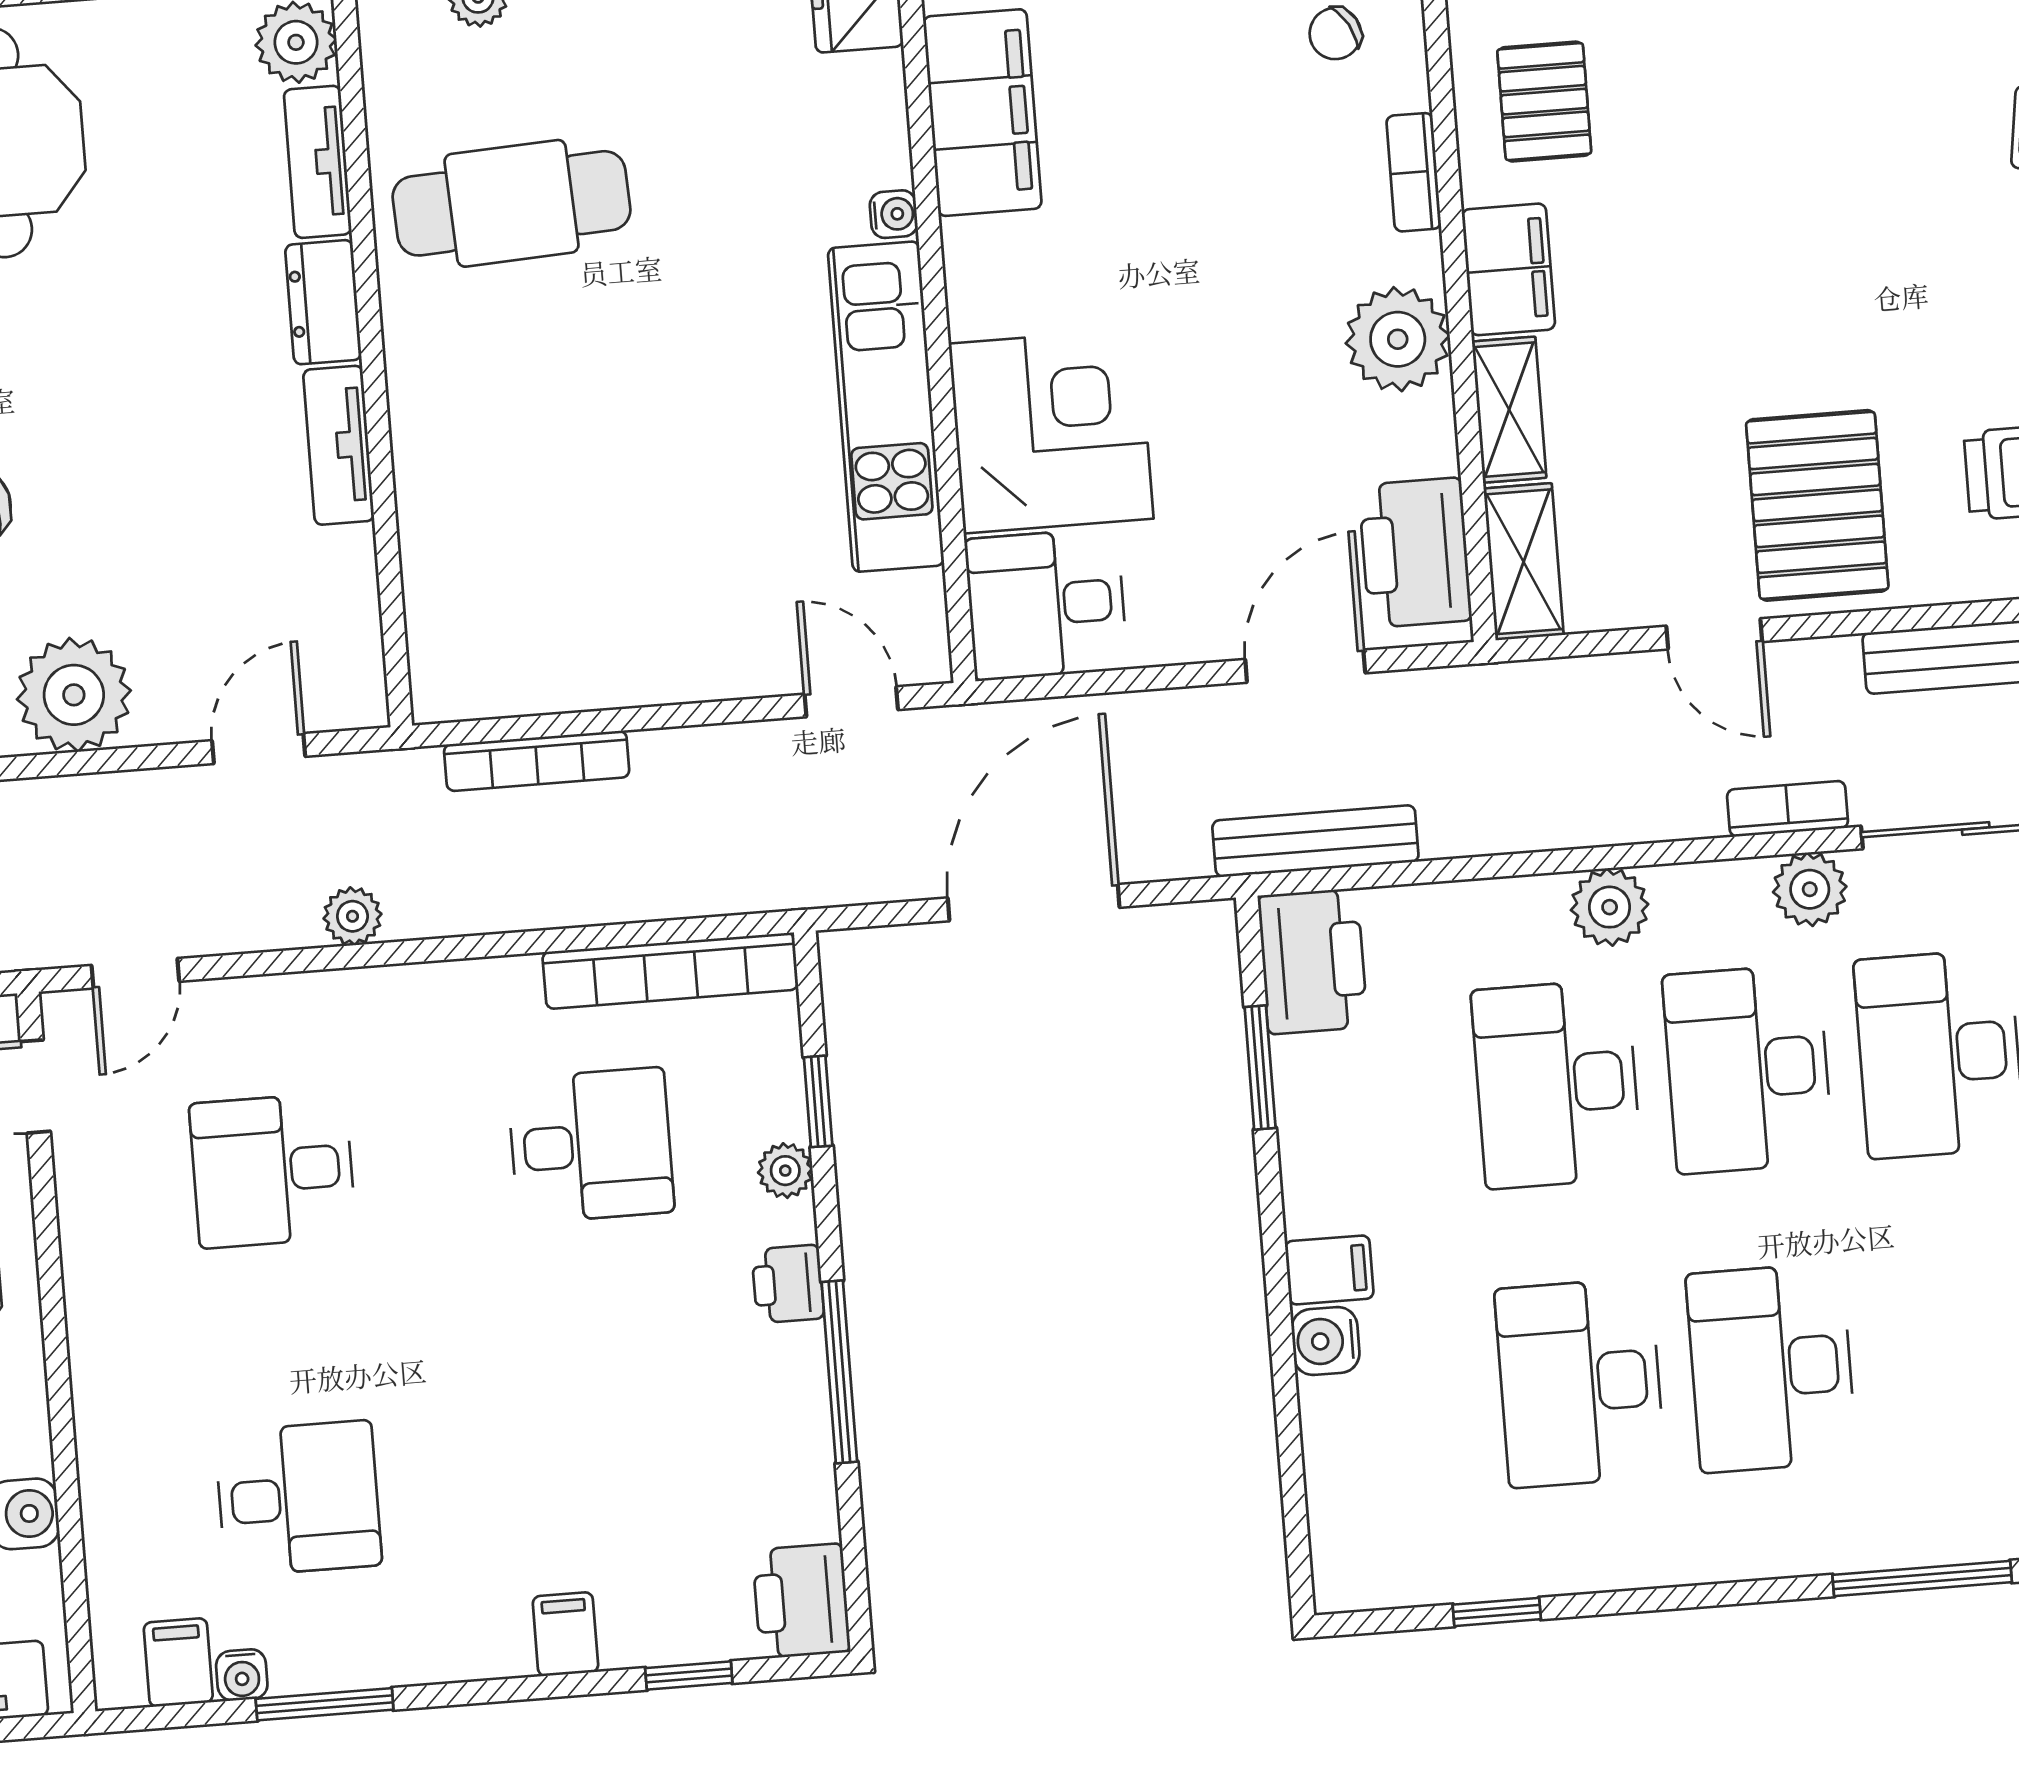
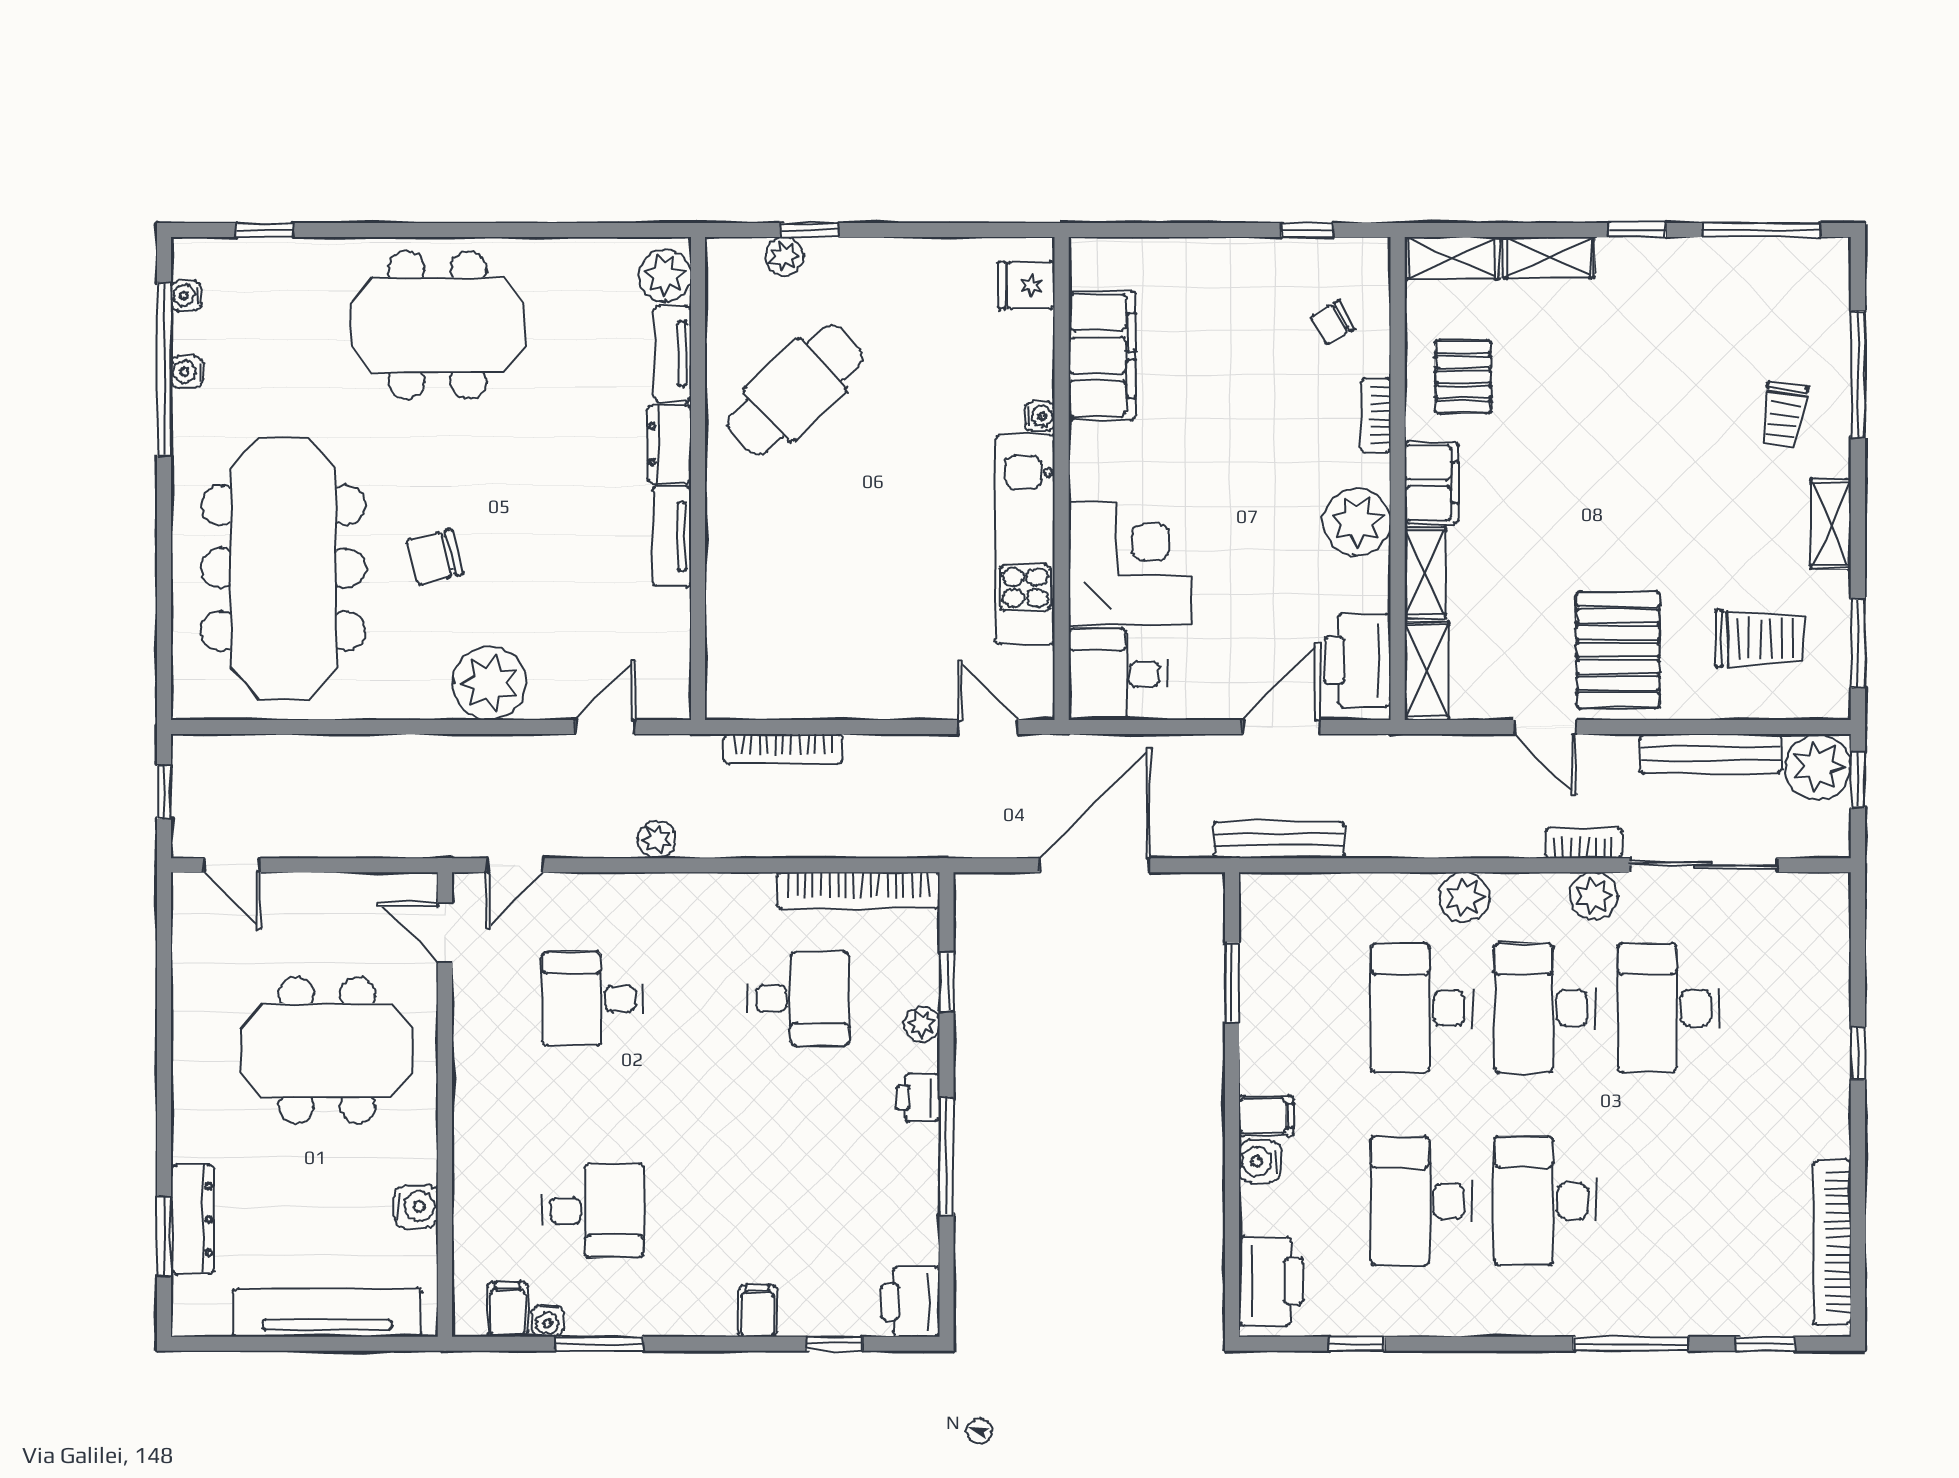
cafe table: (511, 203) -> (795, 390), turned -40
printer: (1313, 961) -> (1271, 1281), moved

